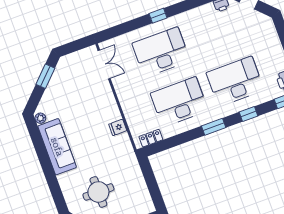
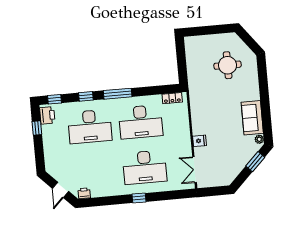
window: (45, 76) -> (255, 162), moved
fridge: (118, 127) -> (200, 141), moved
window: (214, 127) -> (118, 94), width x1.44
sofa: (57, 147) -> (252, 118), width x0.73

